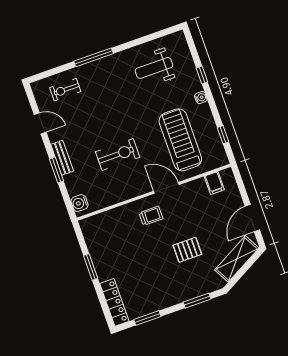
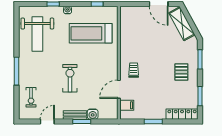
weight bench: (154, 68) -> (37, 34), width x1.36, depth x1.33
exercise bike: (118, 155) -> (70, 78), moved
filing cabinet: (214, 183) -> (127, 105), moved
door: (166, 188) -> (119, 89), moved
water cooler: (79, 203) -> (93, 114), moved
pallet: (187, 250) -> (181, 72), moved

